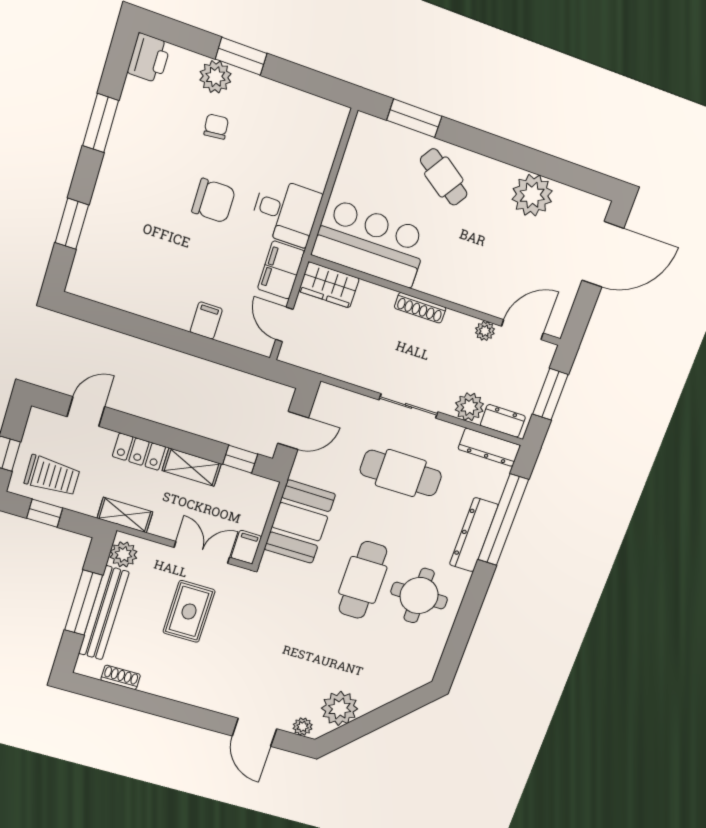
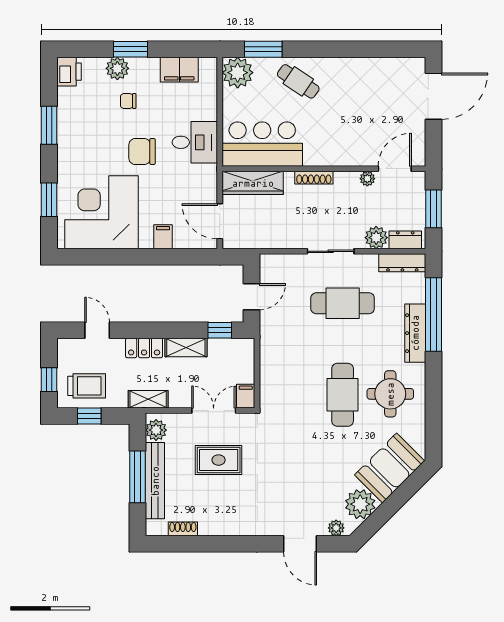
chair: (216, 126) -> (128, 101), turned -84
plant: (532, 195) -> (238, 73), moved
chair: (214, 201) -> (142, 151), turned 180
corner desk: (136, 263) -> (102, 212), added
filing cabinet: (281, 270) -> (179, 70), moved, turned -90
wardrobe: (329, 285) -> (253, 183), width x1.50
door: (284, 324) -> (220, 221), width x1.38
door: (86, 412) -> (97, 330), hinge flipped
booth: (300, 522) -> (390, 468), moved, turned 45
rug: (189, 611) -> (219, 460), turned 90

